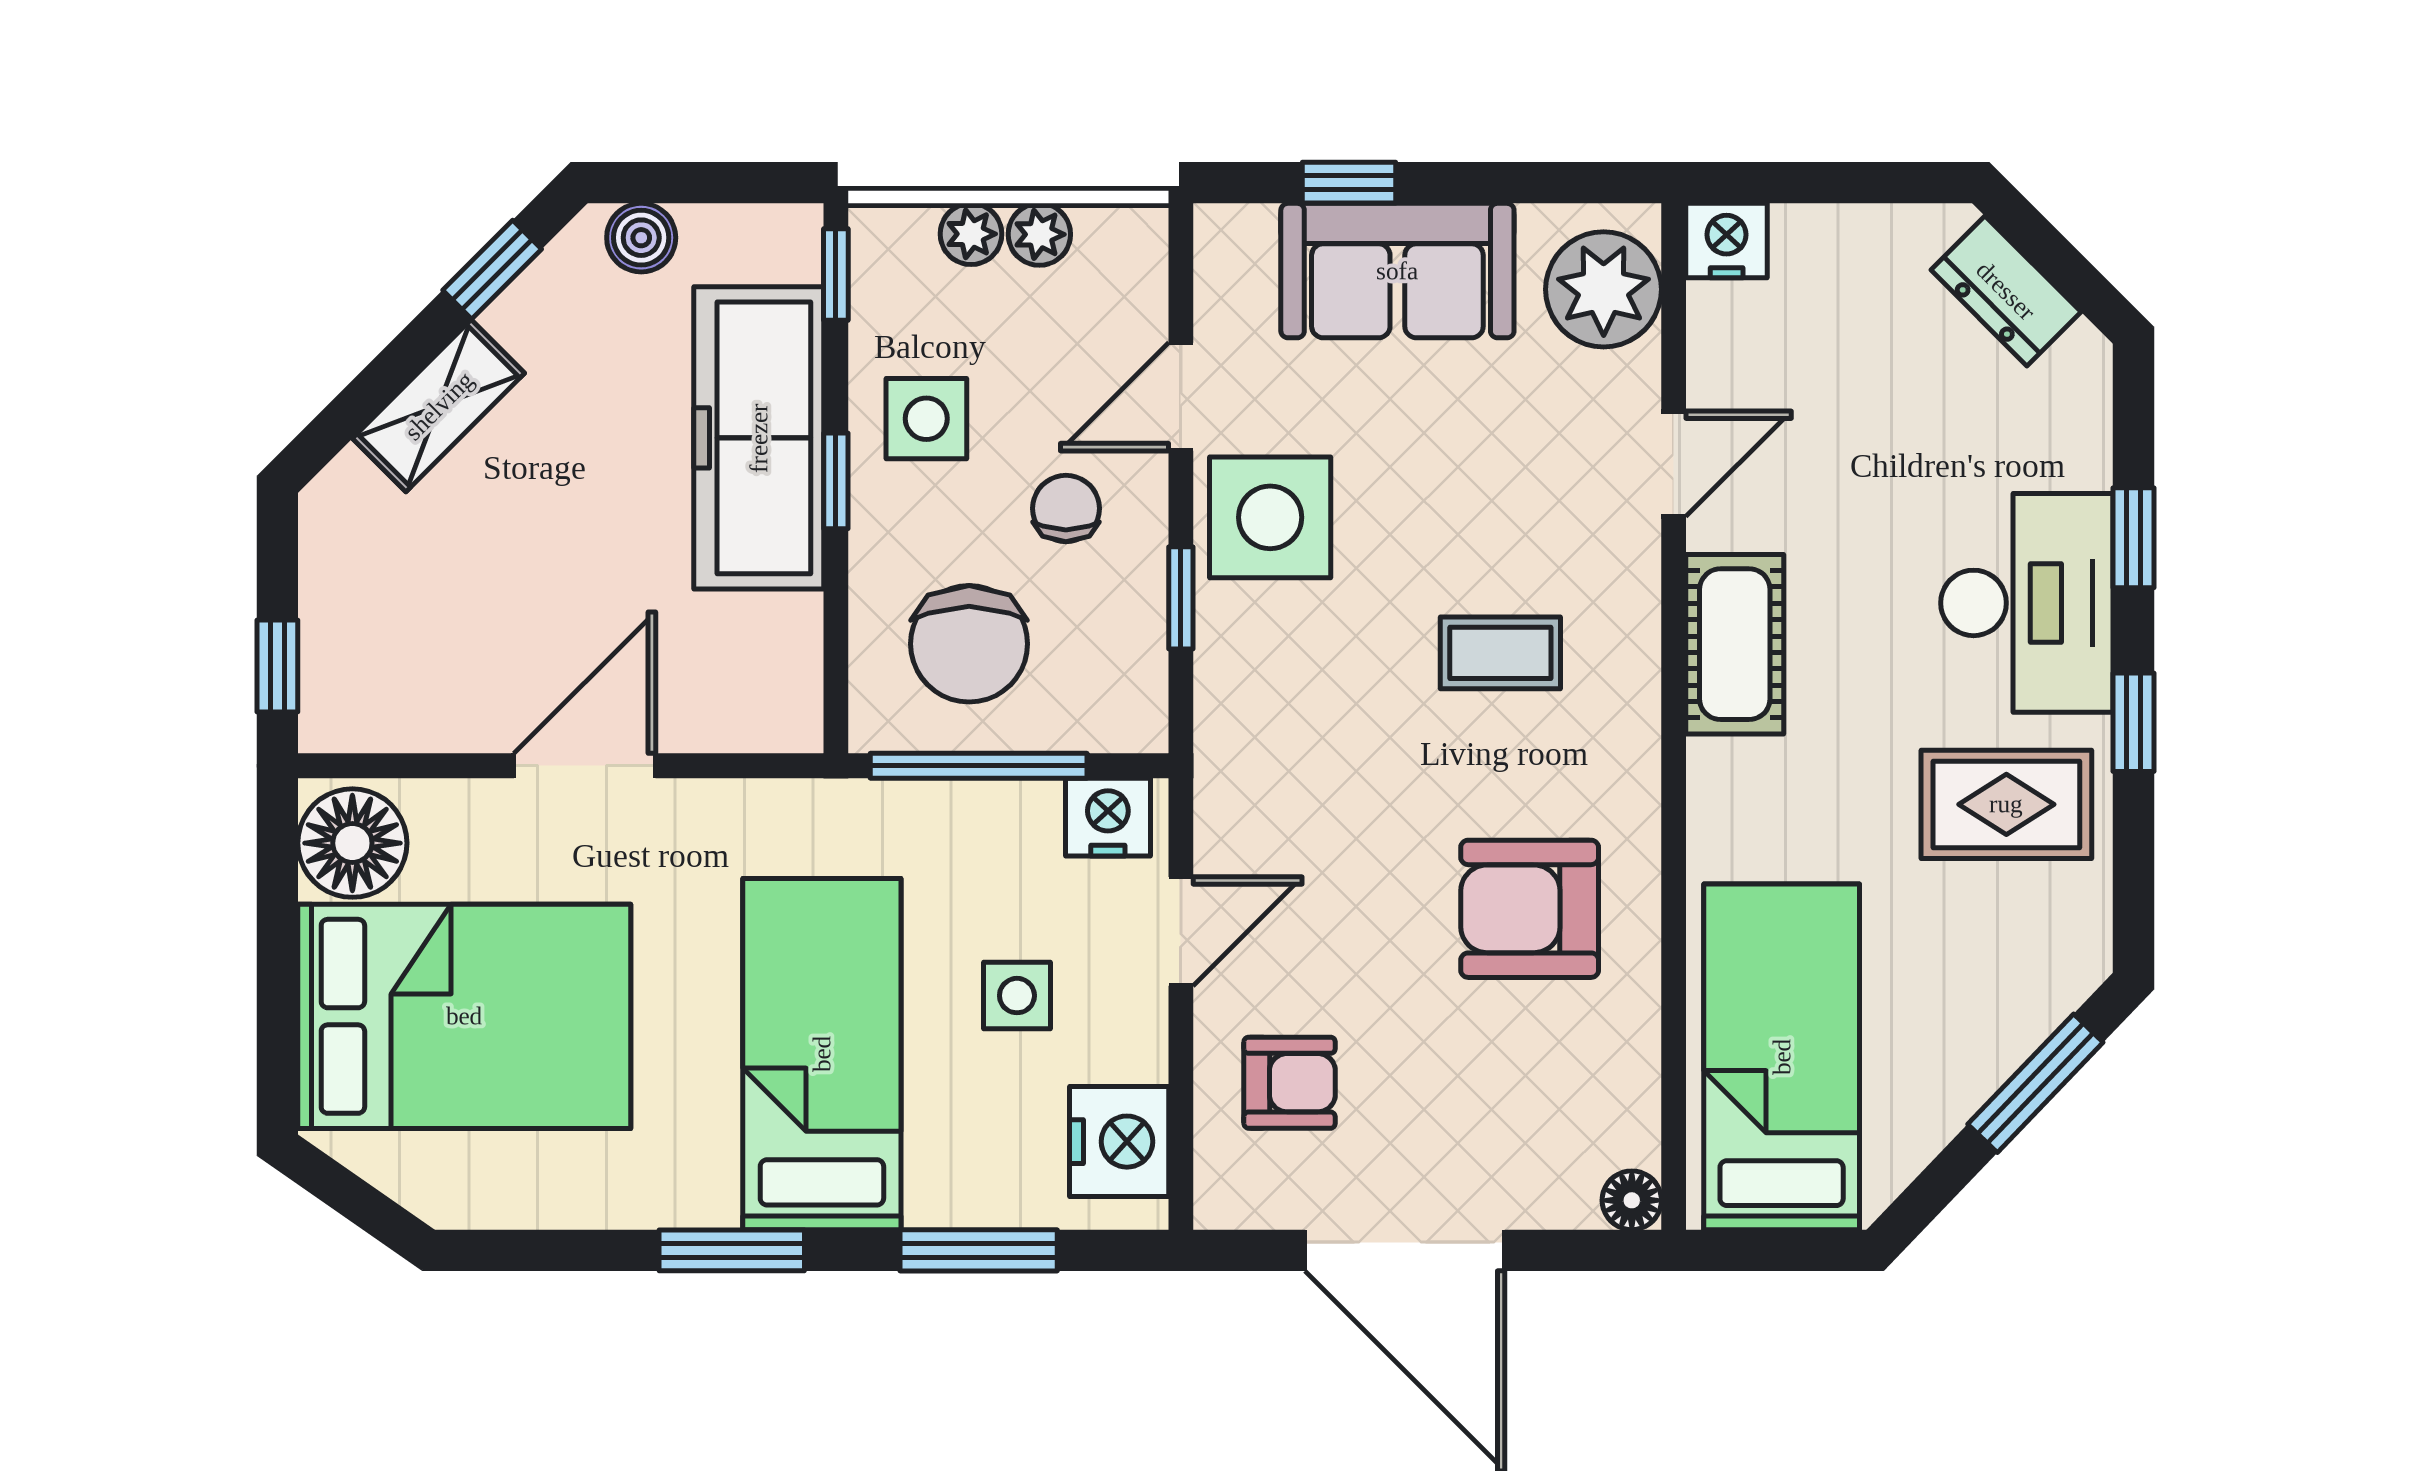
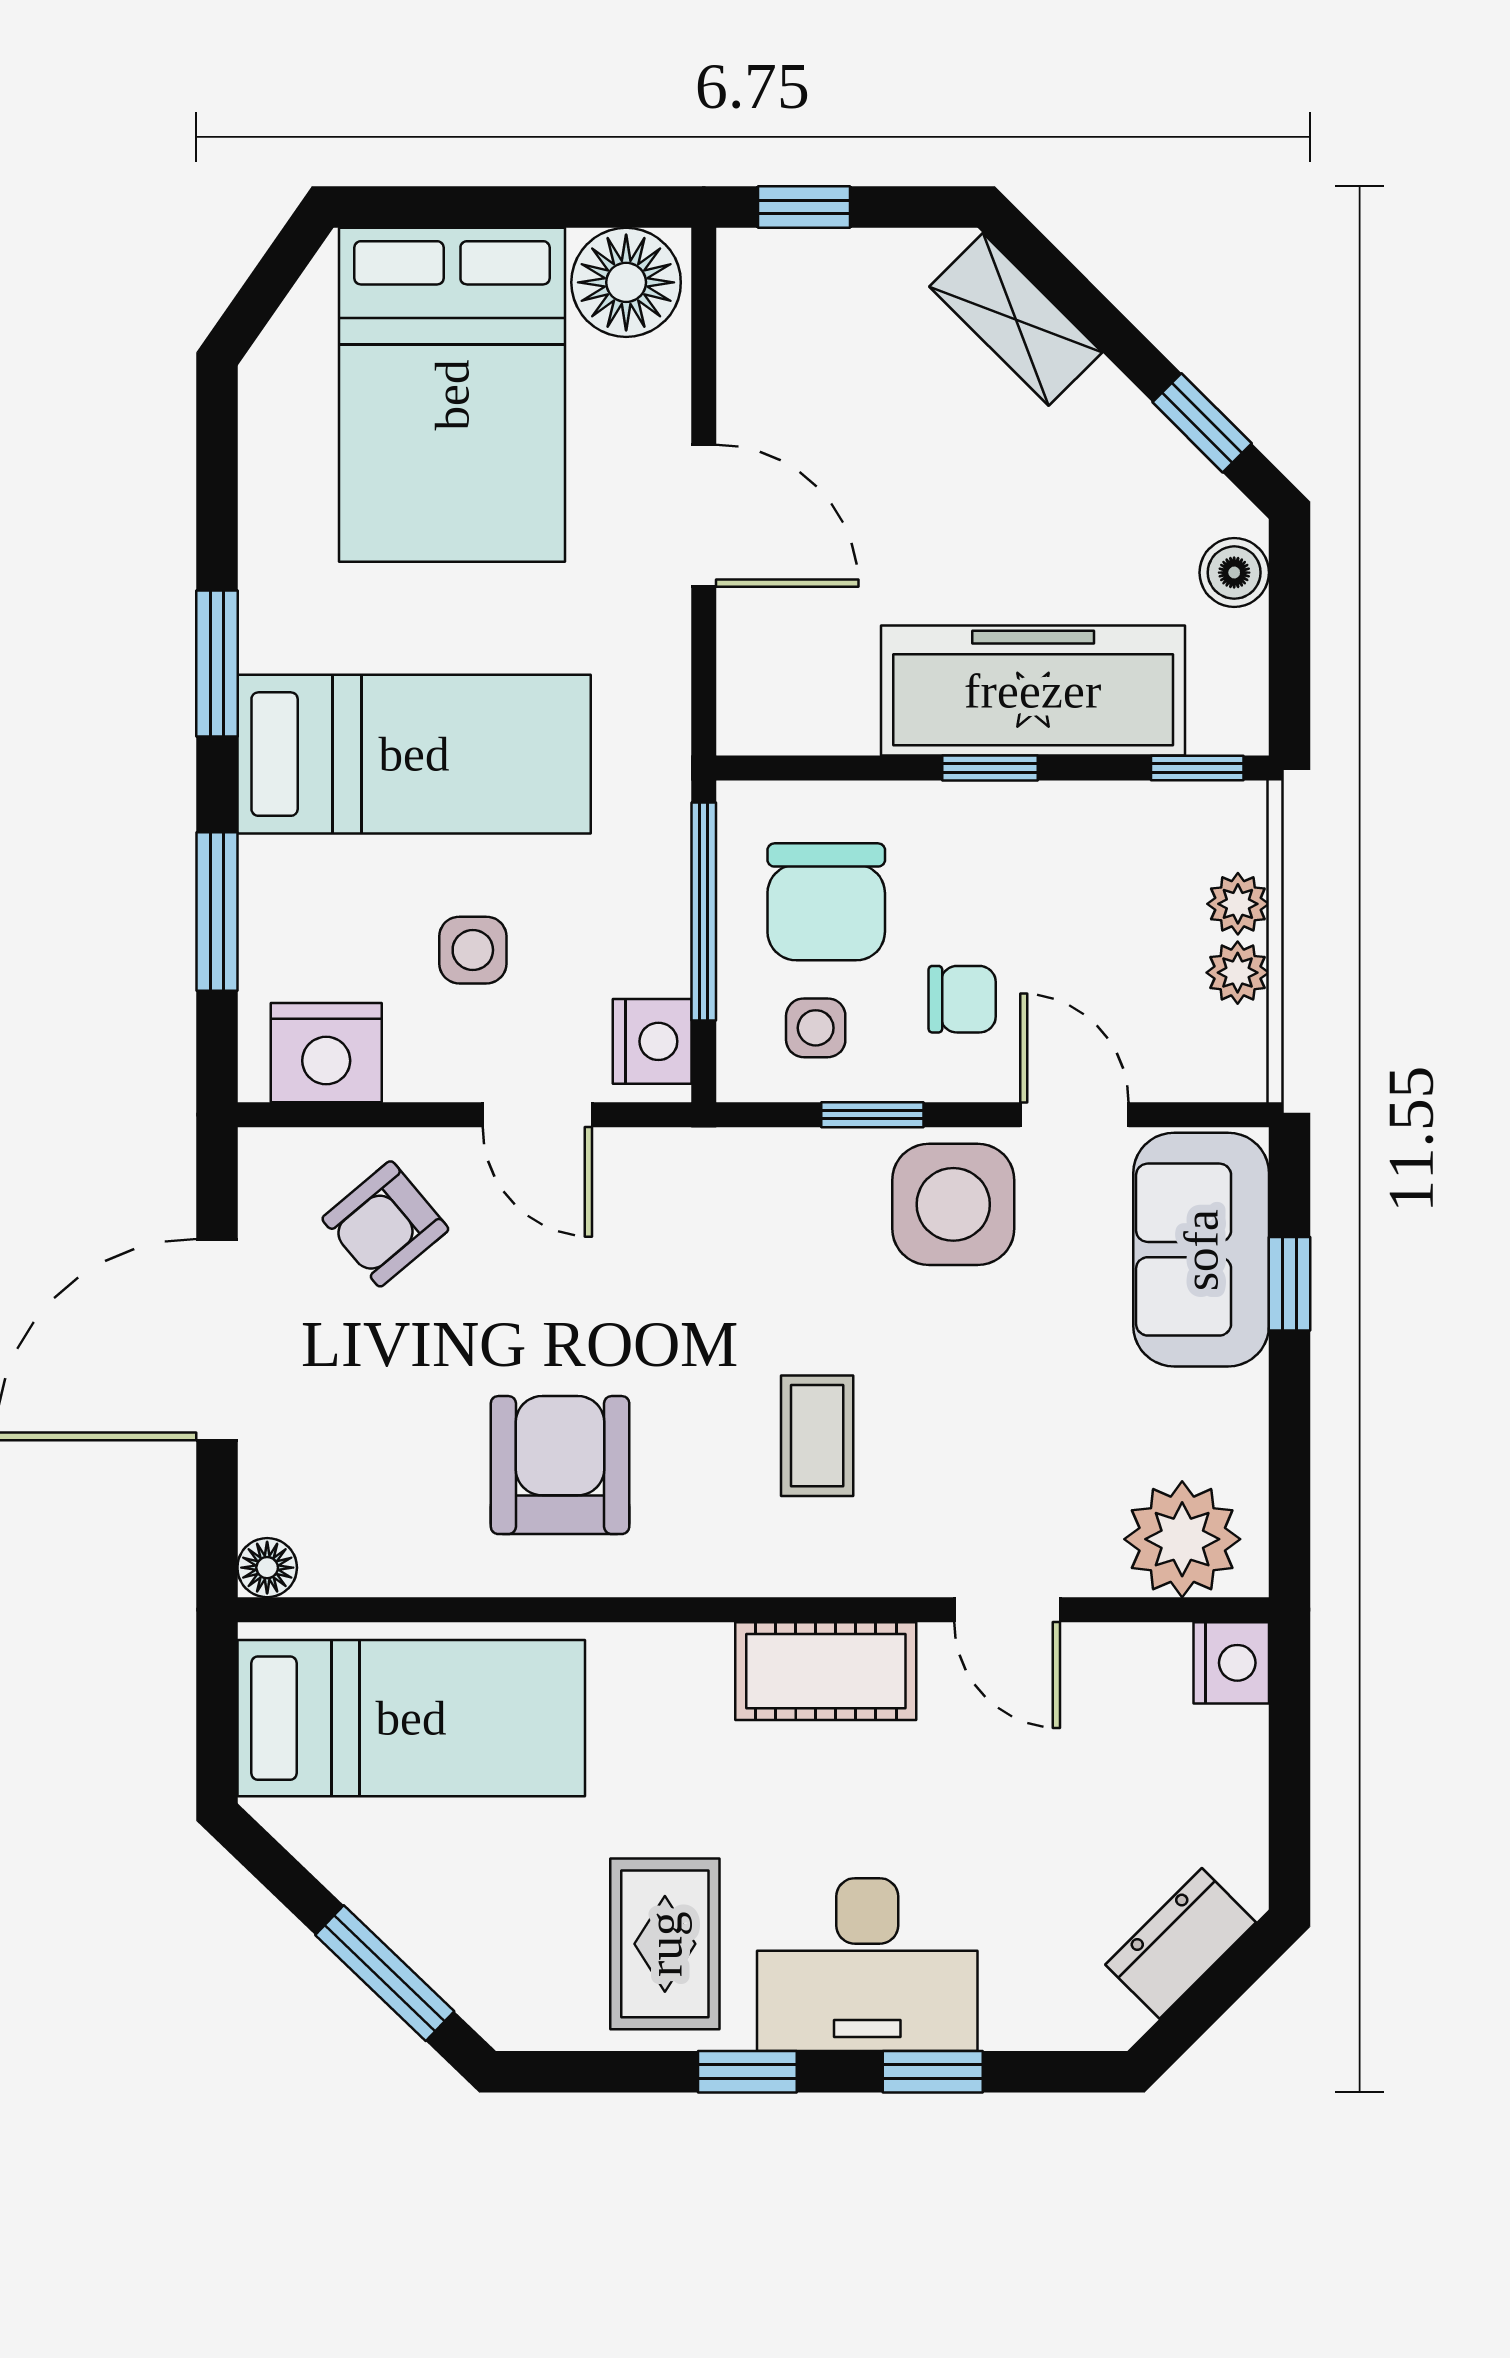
sofa: (1397, 271) -> (1201, 1250), moved
shelving: (439, 406) -> (1016, 319), moved
side table: (926, 419) -> (816, 1028), moved, width x0.73, depth x0.73
chair: (969, 644) -> (826, 902), turned -90
armchair: (1290, 1083) -> (385, 1224), turned 50

